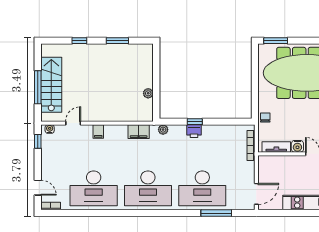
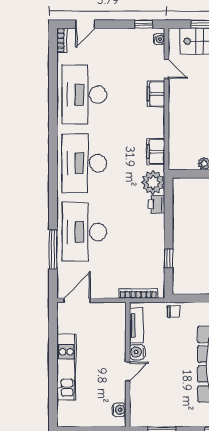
window: (195, 122) -> (169, 258), moved
plant: (163, 130) -> (153, 182), width x1.88, depth x1.88
printer: (194, 131) -> (156, 204), moved
filing cabinet: (98, 132) -> (156, 94), width x2.00
door: (256, 194) -> (77, 300), swing flipped

